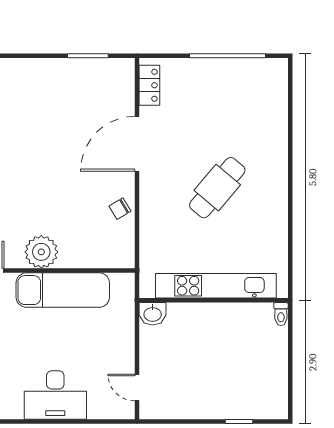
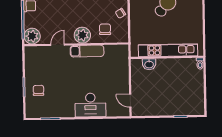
chair: (88, 241) -> (105, 29), added
exam couch: (63, 290) -> (87, 51), width x0.73, depth x0.69
washbasin: (153, 314) -> (149, 64), moved

